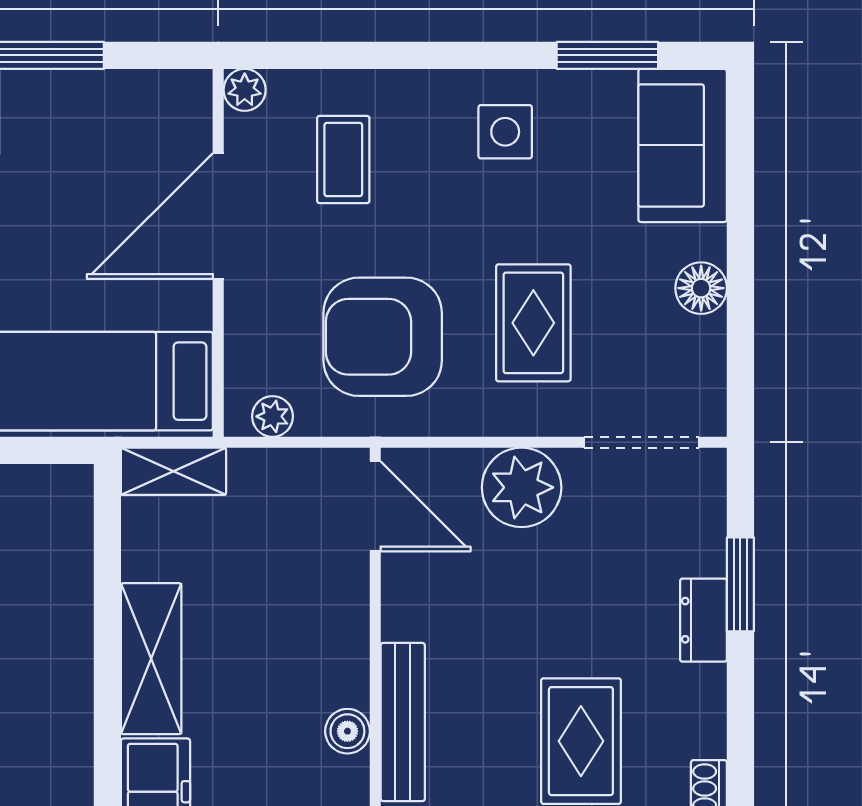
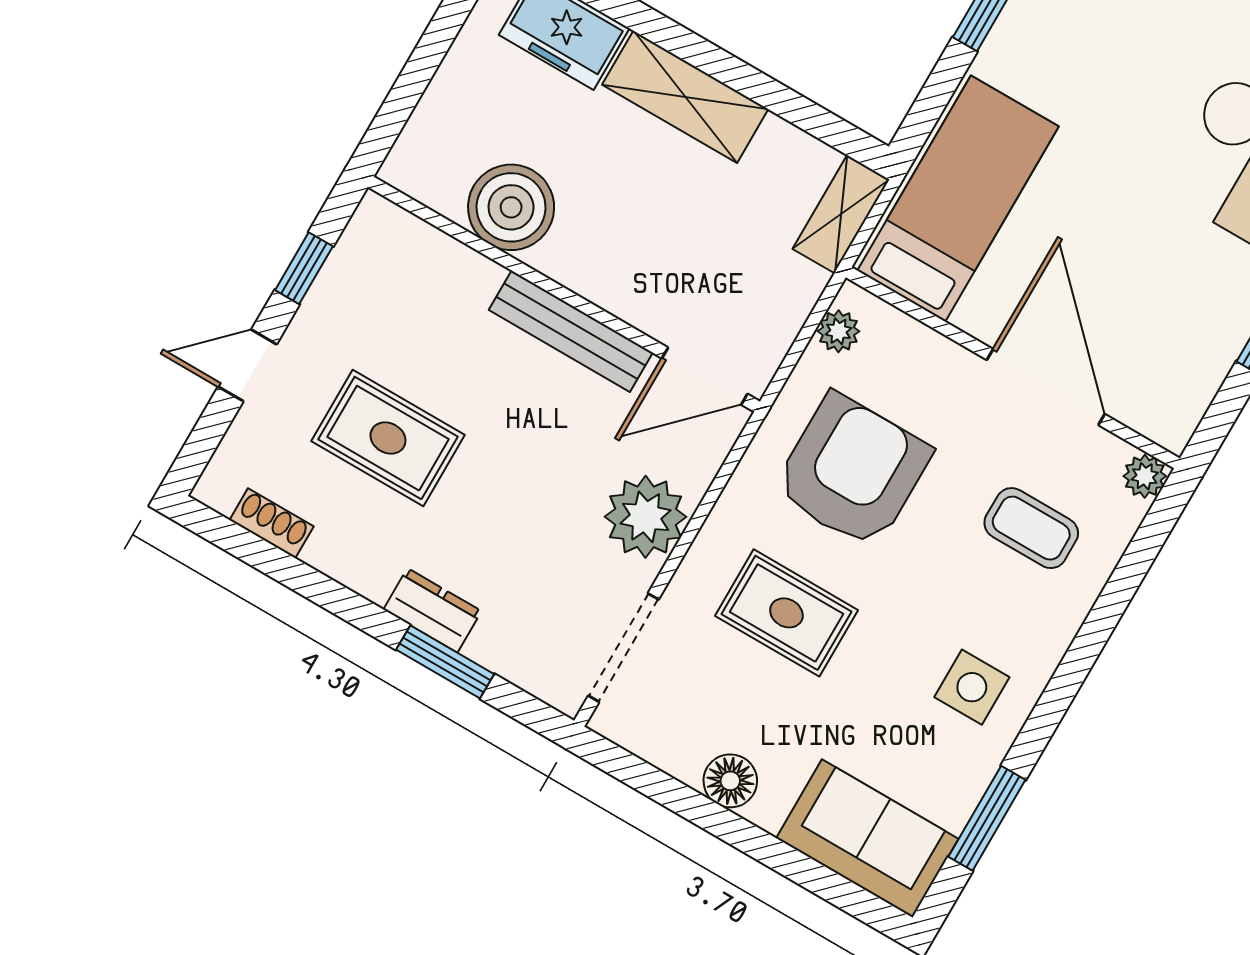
bench: (403, 722) -> (571, 331), moved
boiler: (347, 731) -> (511, 207), width x1.86, depth x1.86

